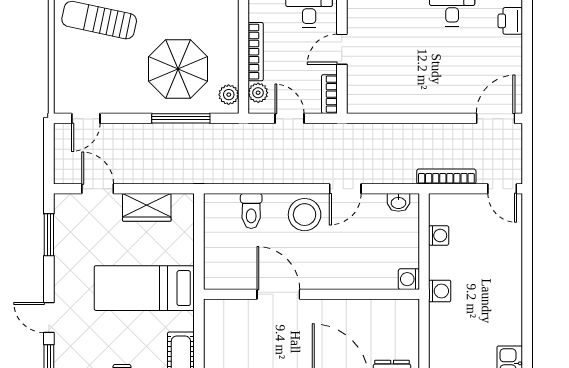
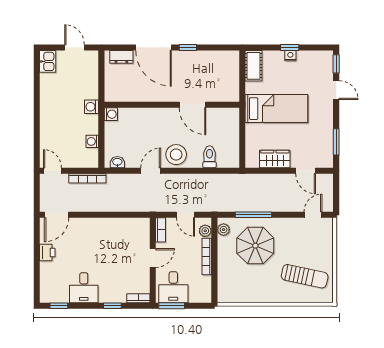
printer: (510, 21) -> (47, 253), moved

